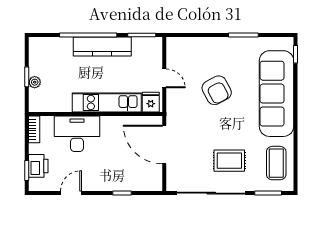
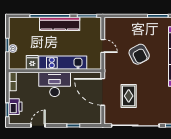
fridge: (151, 102) -> (32, 62), moved
desk: (77, 134) -> (55, 84), moved
rug: (229, 161) -> (129, 96), moved, turned 90

